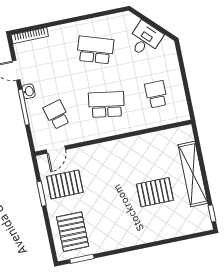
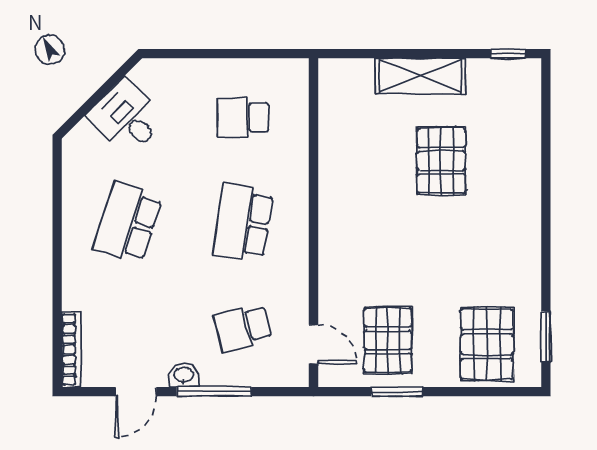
shelving: (193, 174) -> (420, 76), width x0.68
pallet: (73, 232) -> (487, 344), turned 90

